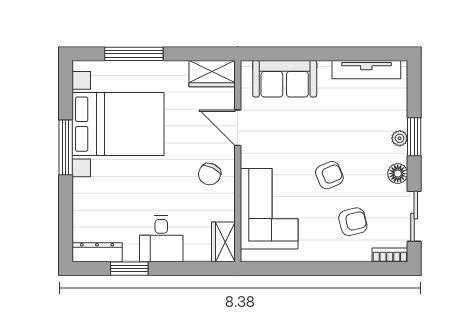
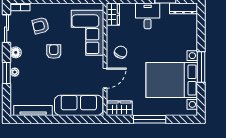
window: (134, 54) -> (150, 119), moved
sofa: (285, 79) -> (79, 105), width x1.36
door: (238, 128) -> (105, 78), hinge flipped
armchair: (329, 175) -> (54, 52), turned 112

